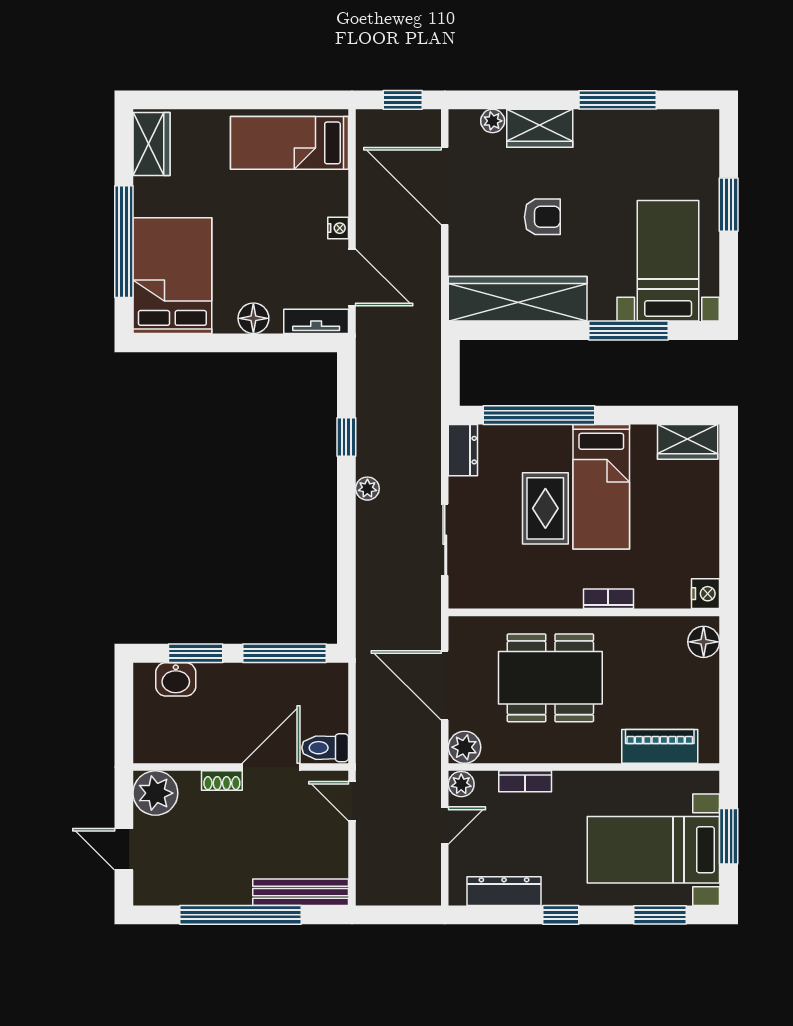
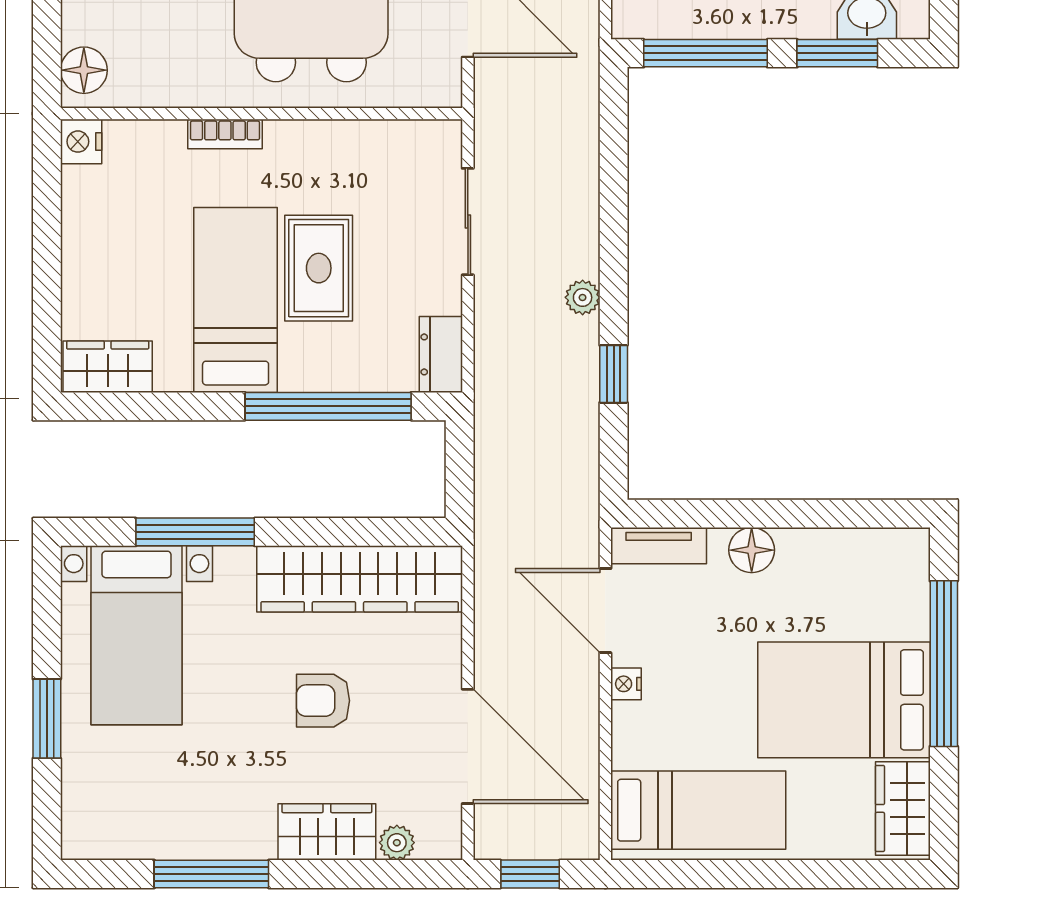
bed: (172, 276) -> (844, 700), moved, turned 90

